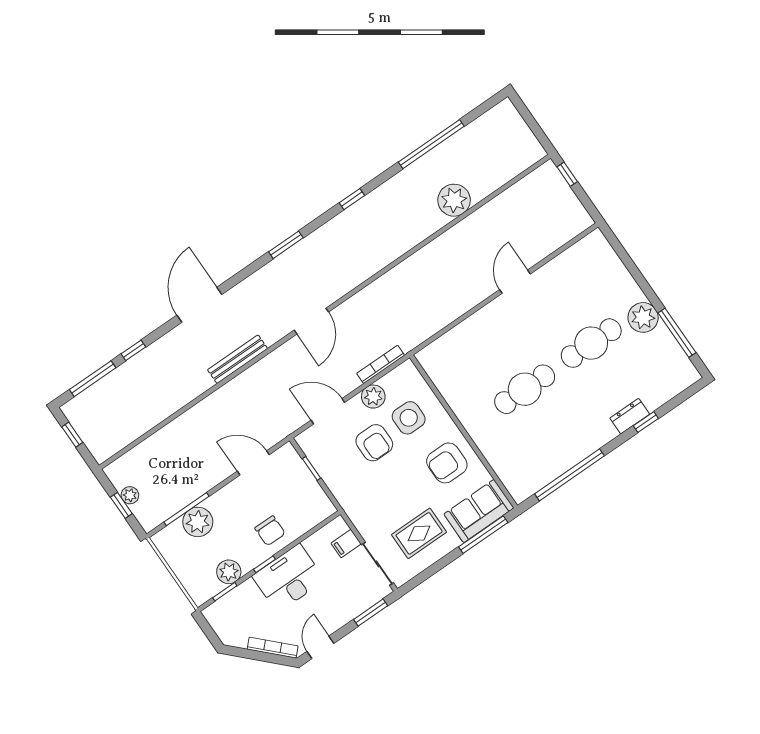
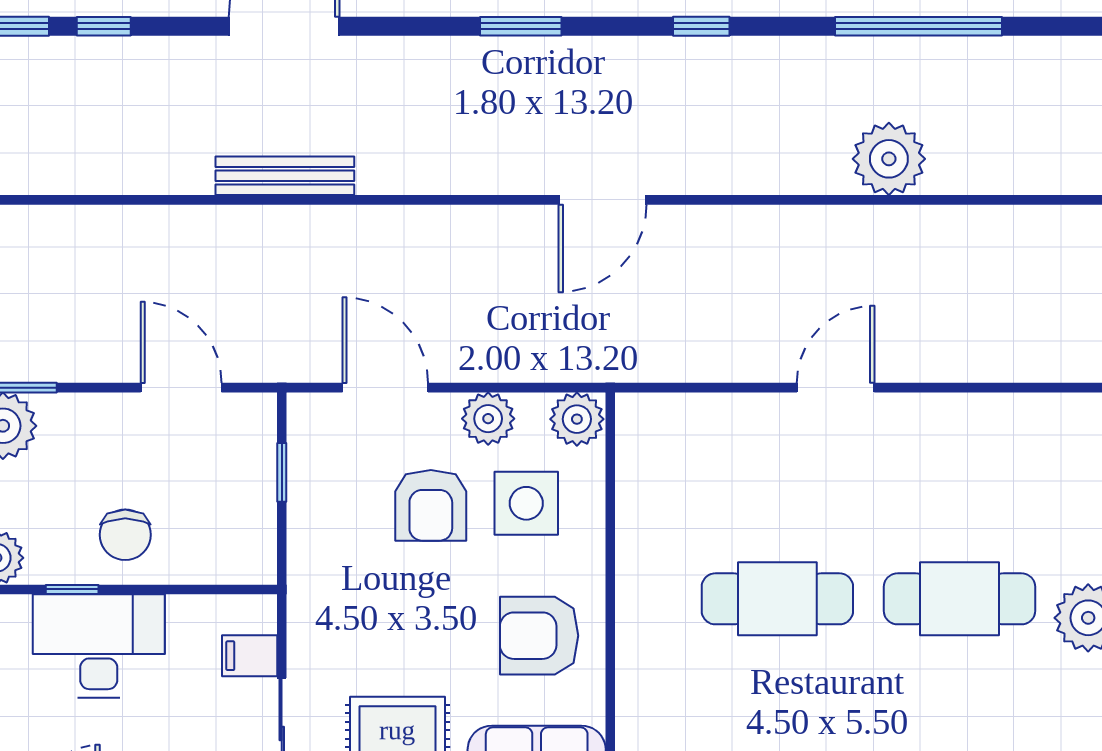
door: (515, 282) -> (836, 388), moved
door: (311, 321) -> (602, 200), moved
bookcase: (381, 364) -> (543, 369), removed
plant: (406, 374) -> (577, 419), added

